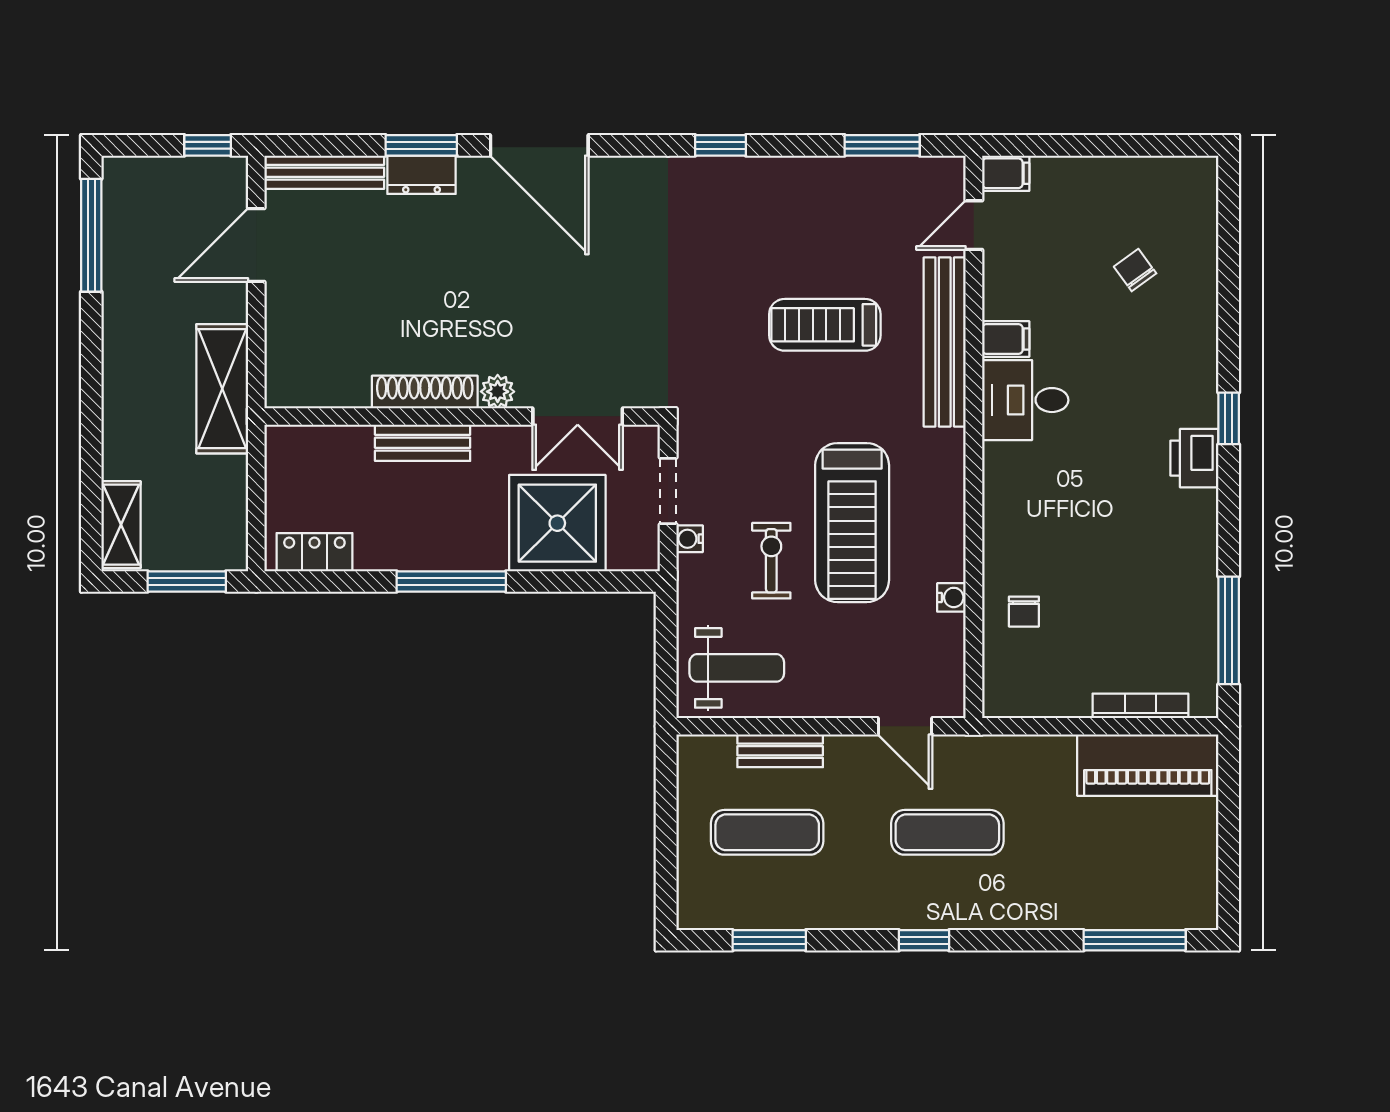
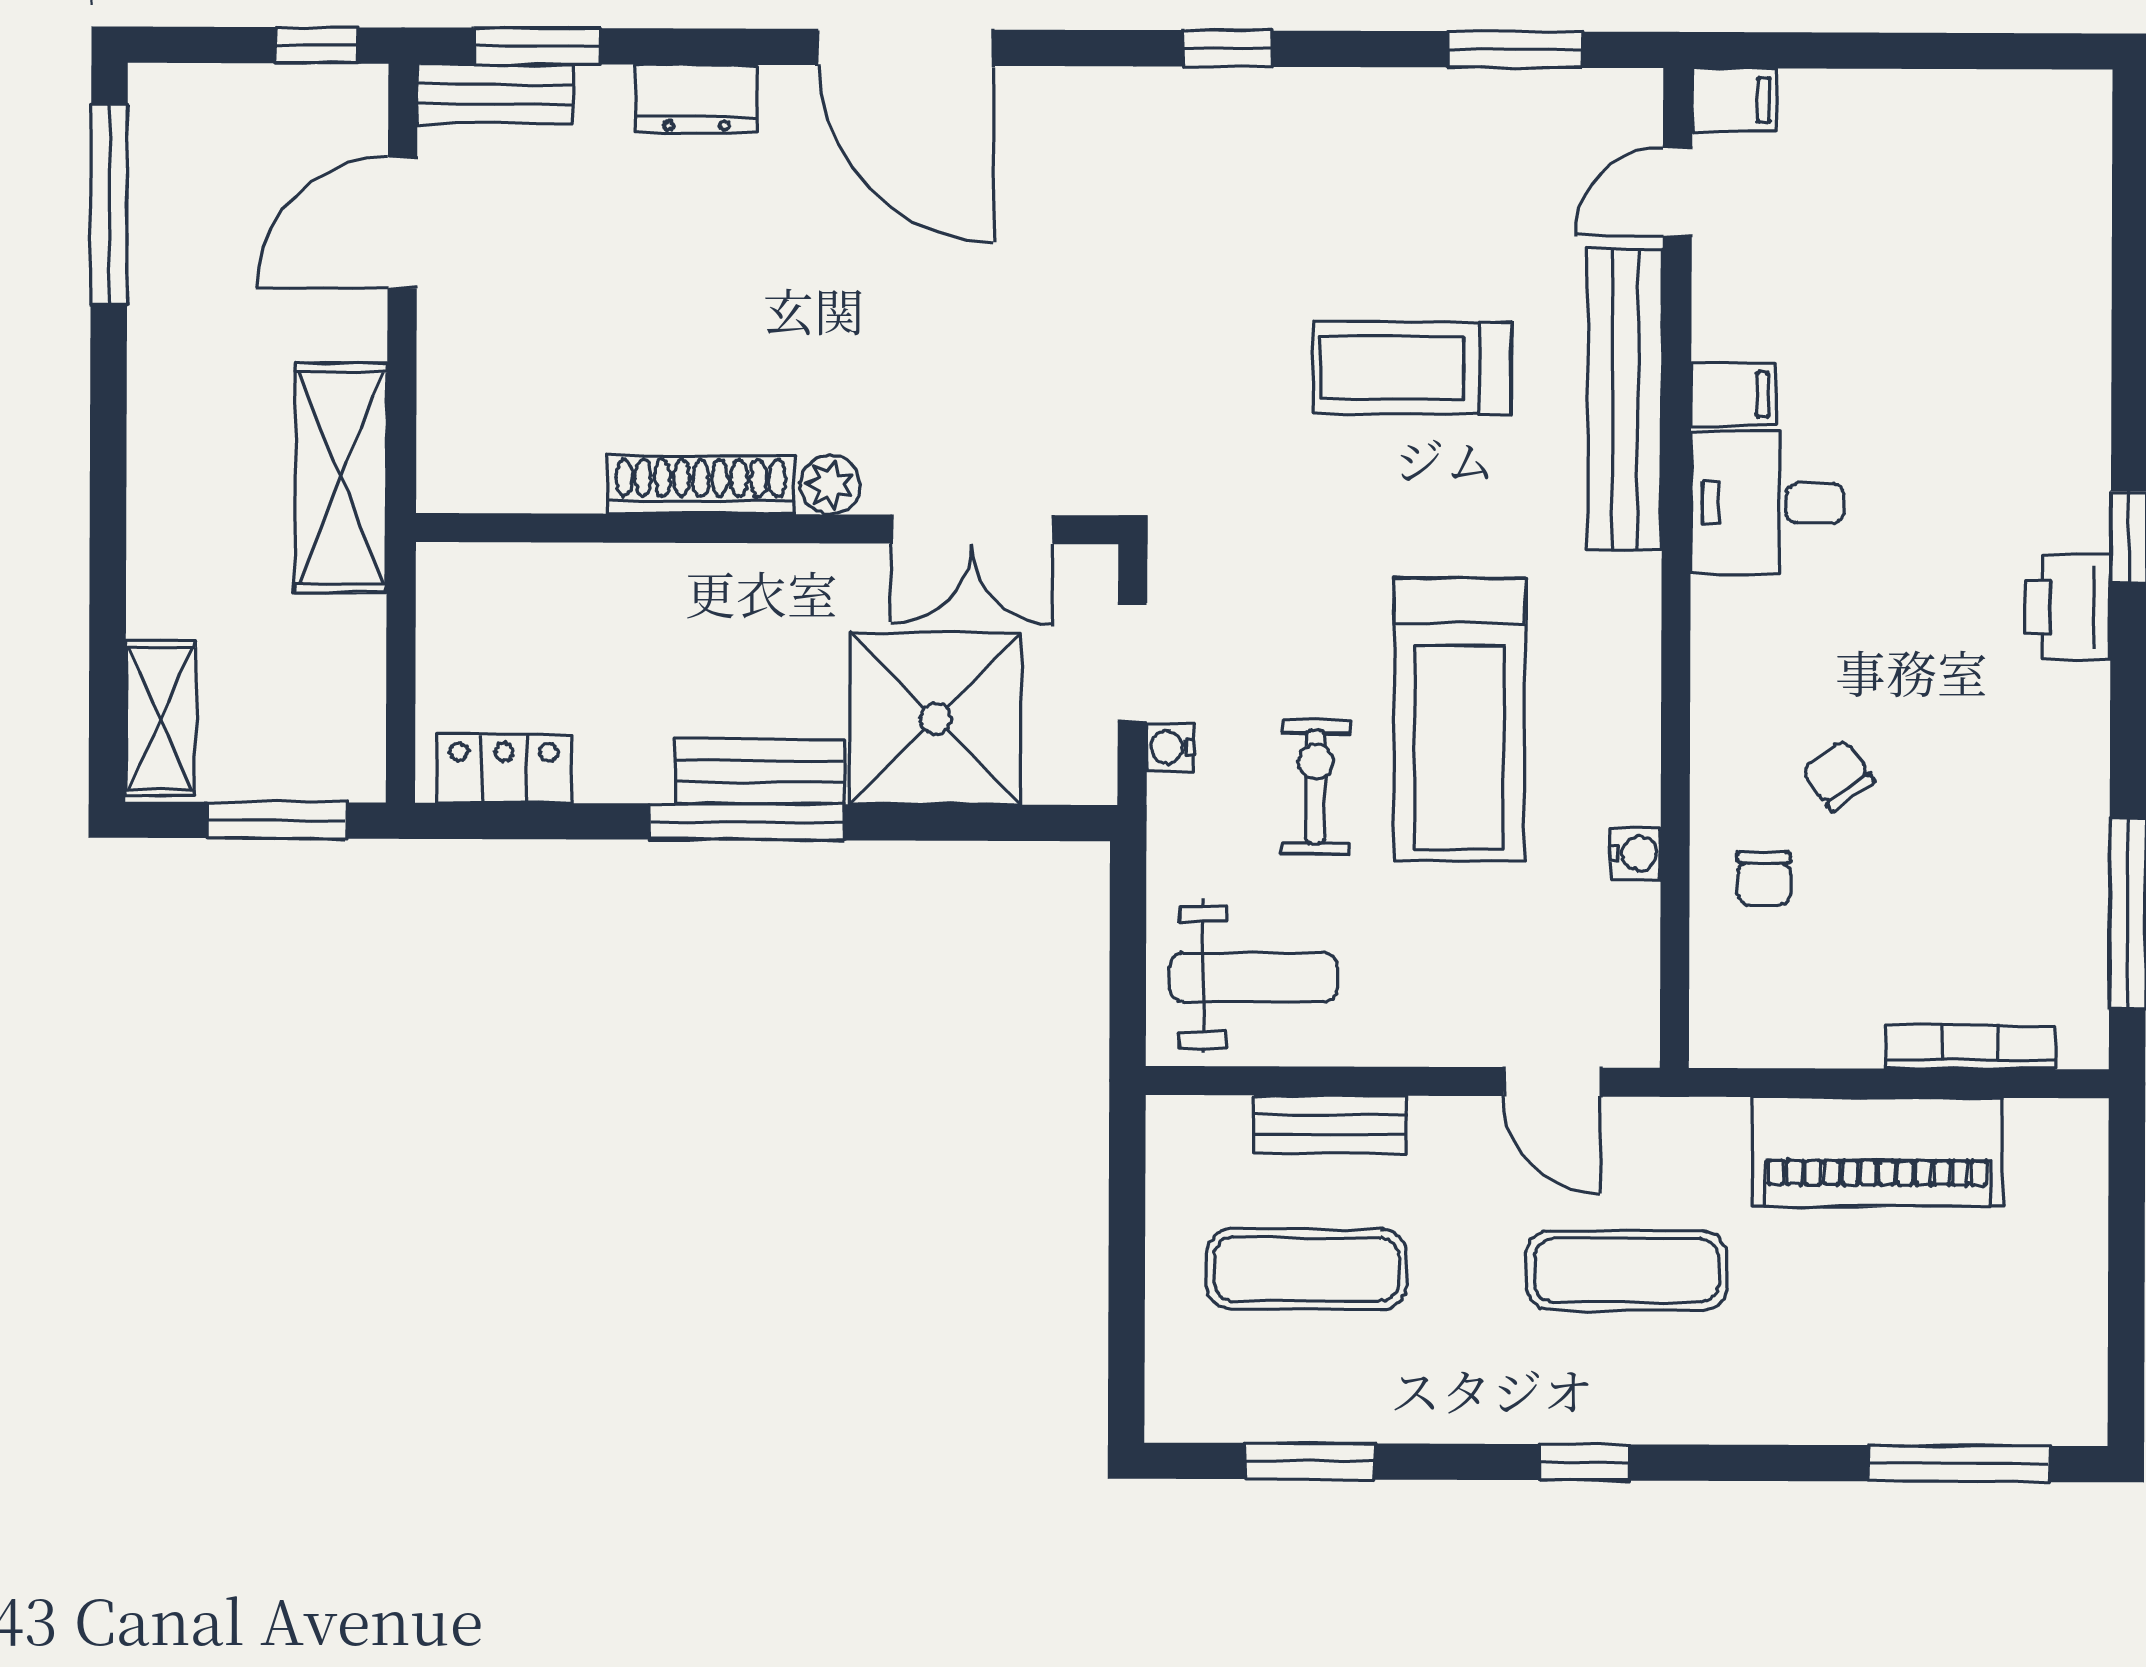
window: (421, 145) -> (537, 46), moved
bench: (324, 172) -> (495, 94), width x0.73
chair: (1135, 270) -> (1838, 775), moved
bench: (423, 443) -> (759, 772), moved
piano: (1148, 765) -> (1878, 1152), moved

